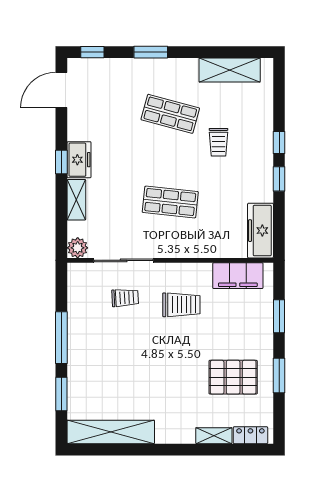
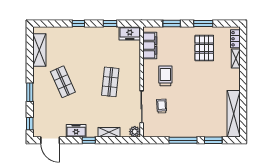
shop shelf: (170, 114) -> (63, 82), turned -39
trolley: (219, 142) -> (78, 56), removed
freezer: (79, 160) -> (76, 131), moved
window: (279, 179) -> (110, 23), moved
freezer: (260, 231) -> (130, 33), width x0.71

